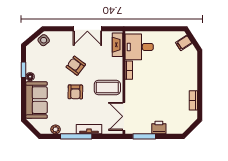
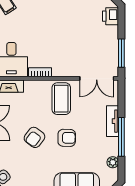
printer: (159, 128) -> (111, 16), moved

